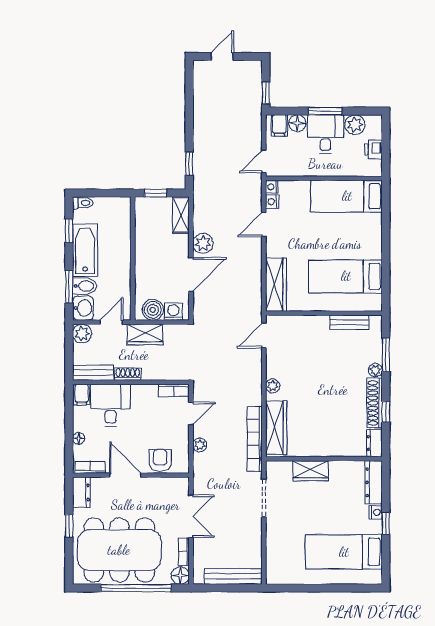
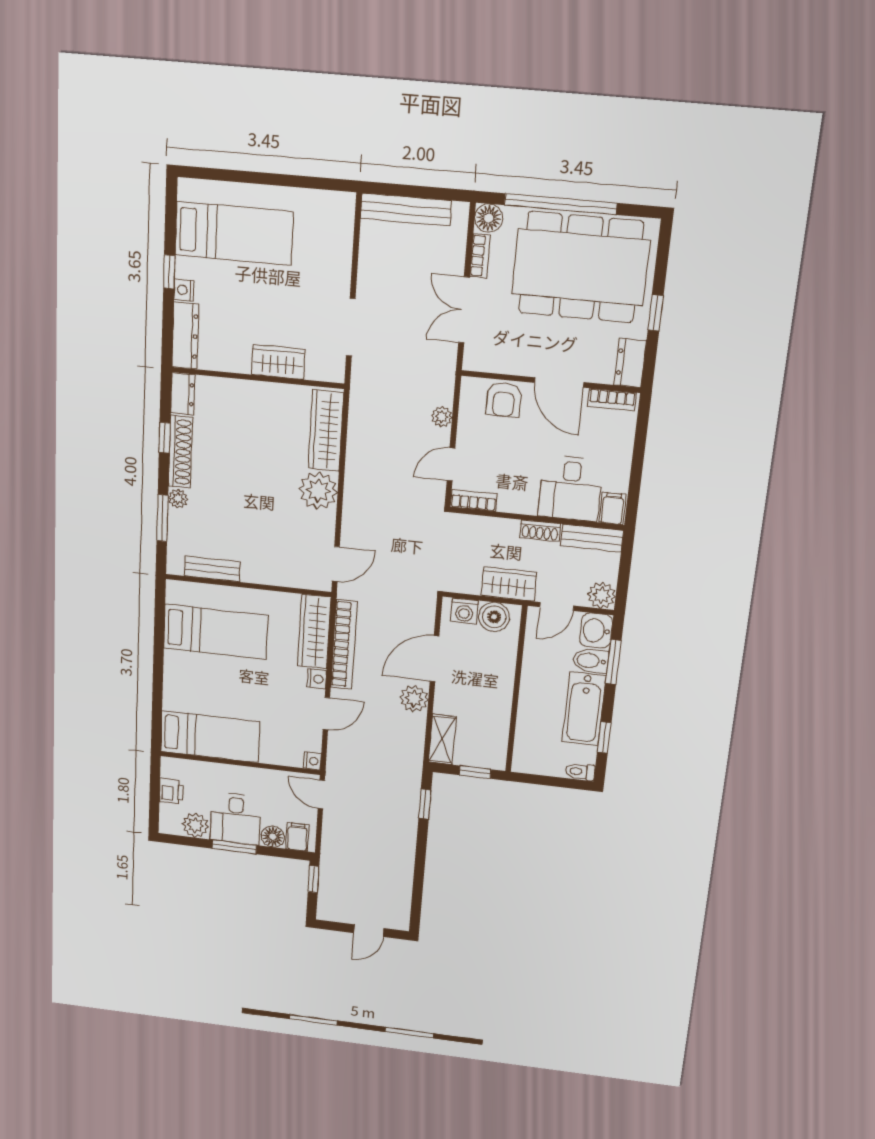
door: (264, 161) -> (321, 795), swing flipped
nightstand: (272, 202) -> (317, 679), moved
plant: (273, 386) -> (318, 491), width x1.88, depth x1.88
floor lamp: (79, 438) -> (625, 445), removed
bookcase: (255, 439) -> (344, 645), moved

